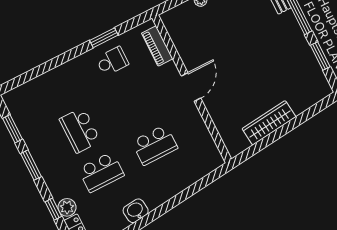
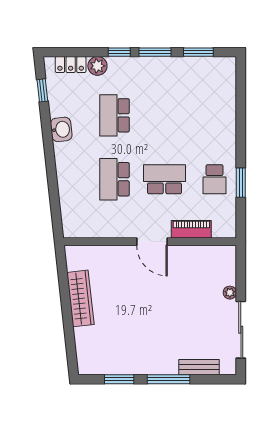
piano: (157, 46) -> (191, 229), moved
school desk: (80, 130) -> (165, 179), moved
window: (53, 209) -> (119, 52), moved

